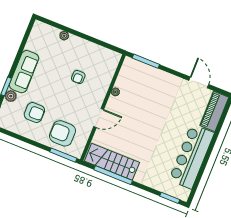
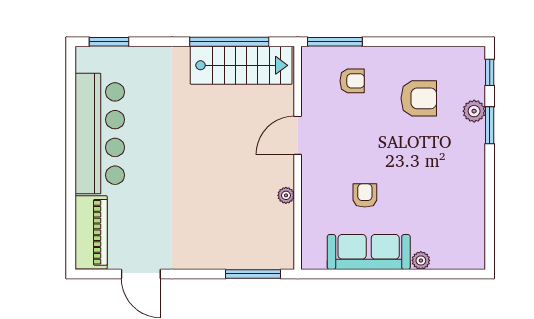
sofa: (24, 72) -> (369, 252), moved, turned 90
armchair: (34, 112) -> (419, 98), turned 180
armchair: (62, 133) -> (352, 81), width x0.53, depth x0.53

